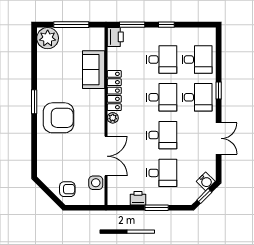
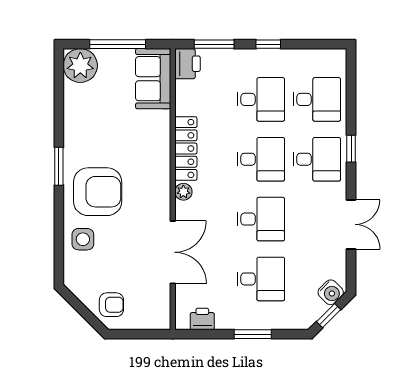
sofa: (94, 70) -> (153, 79), moved
side table: (96, 183) -> (83, 239), moved
printer: (138, 198) -> (202, 319), moved

